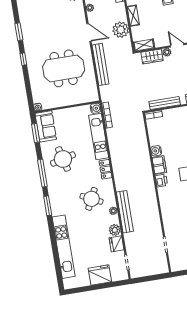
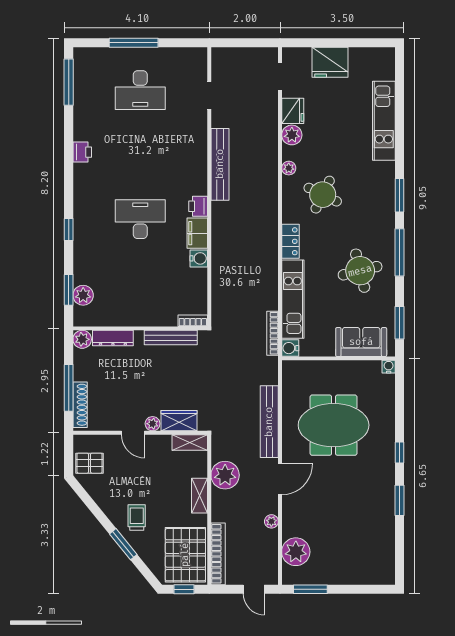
door: (89, 33) -> (280, 479), swing flipped
sofa: (46, 126) -> (361, 342), moved, turned 90
bench: (125, 212) -> (220, 164), moved
kitchen unit: (64, 247) -> (384, 121), width x0.73

